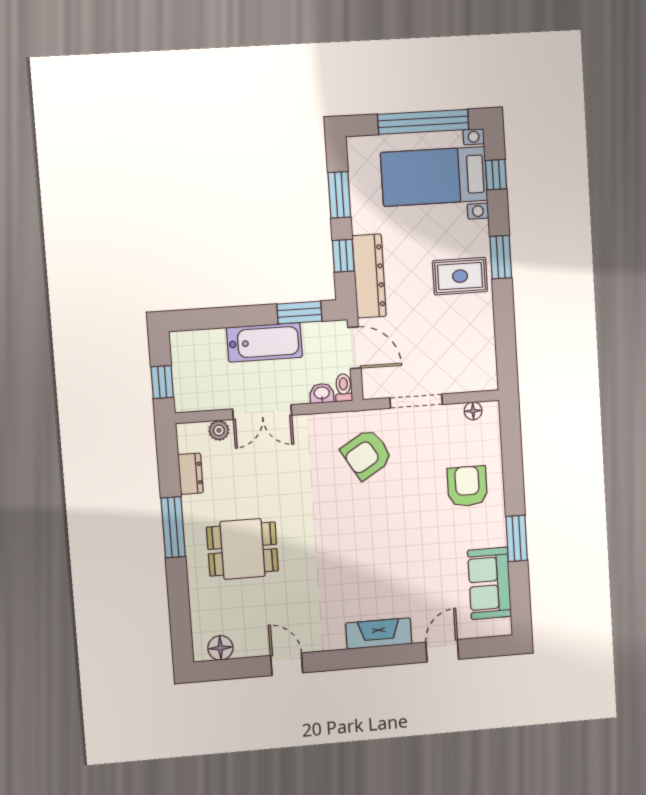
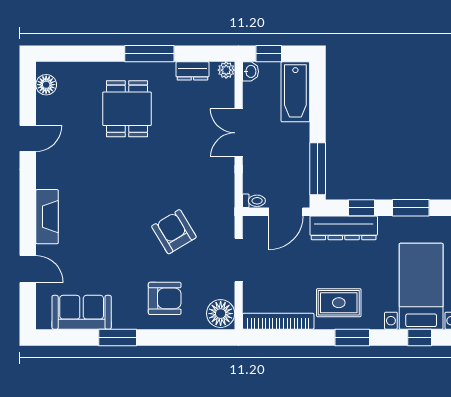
rug: (460, 276) -> (339, 303), turned 90
window: (299, 313) -> (318, 169), width x1.44
bathtub: (264, 342) -> (295, 92), moved
bookcase: (486, 348) -> (278, 321), added
washbasin: (322, 393) -> (250, 71), moved
floor lamp: (473, 411) -> (221, 314), width x1.89, depth x1.89
plant: (219, 430) -> (226, 70), moved
armchair: (367, 454) -> (174, 232), moved

